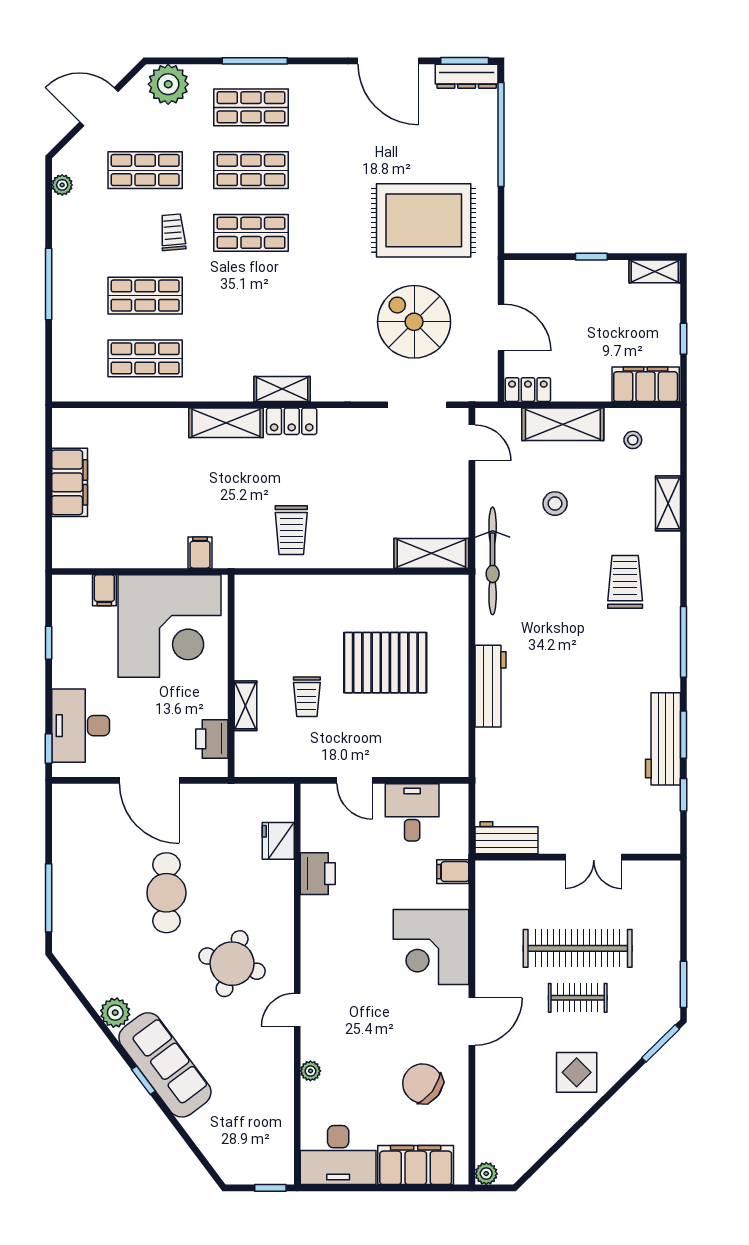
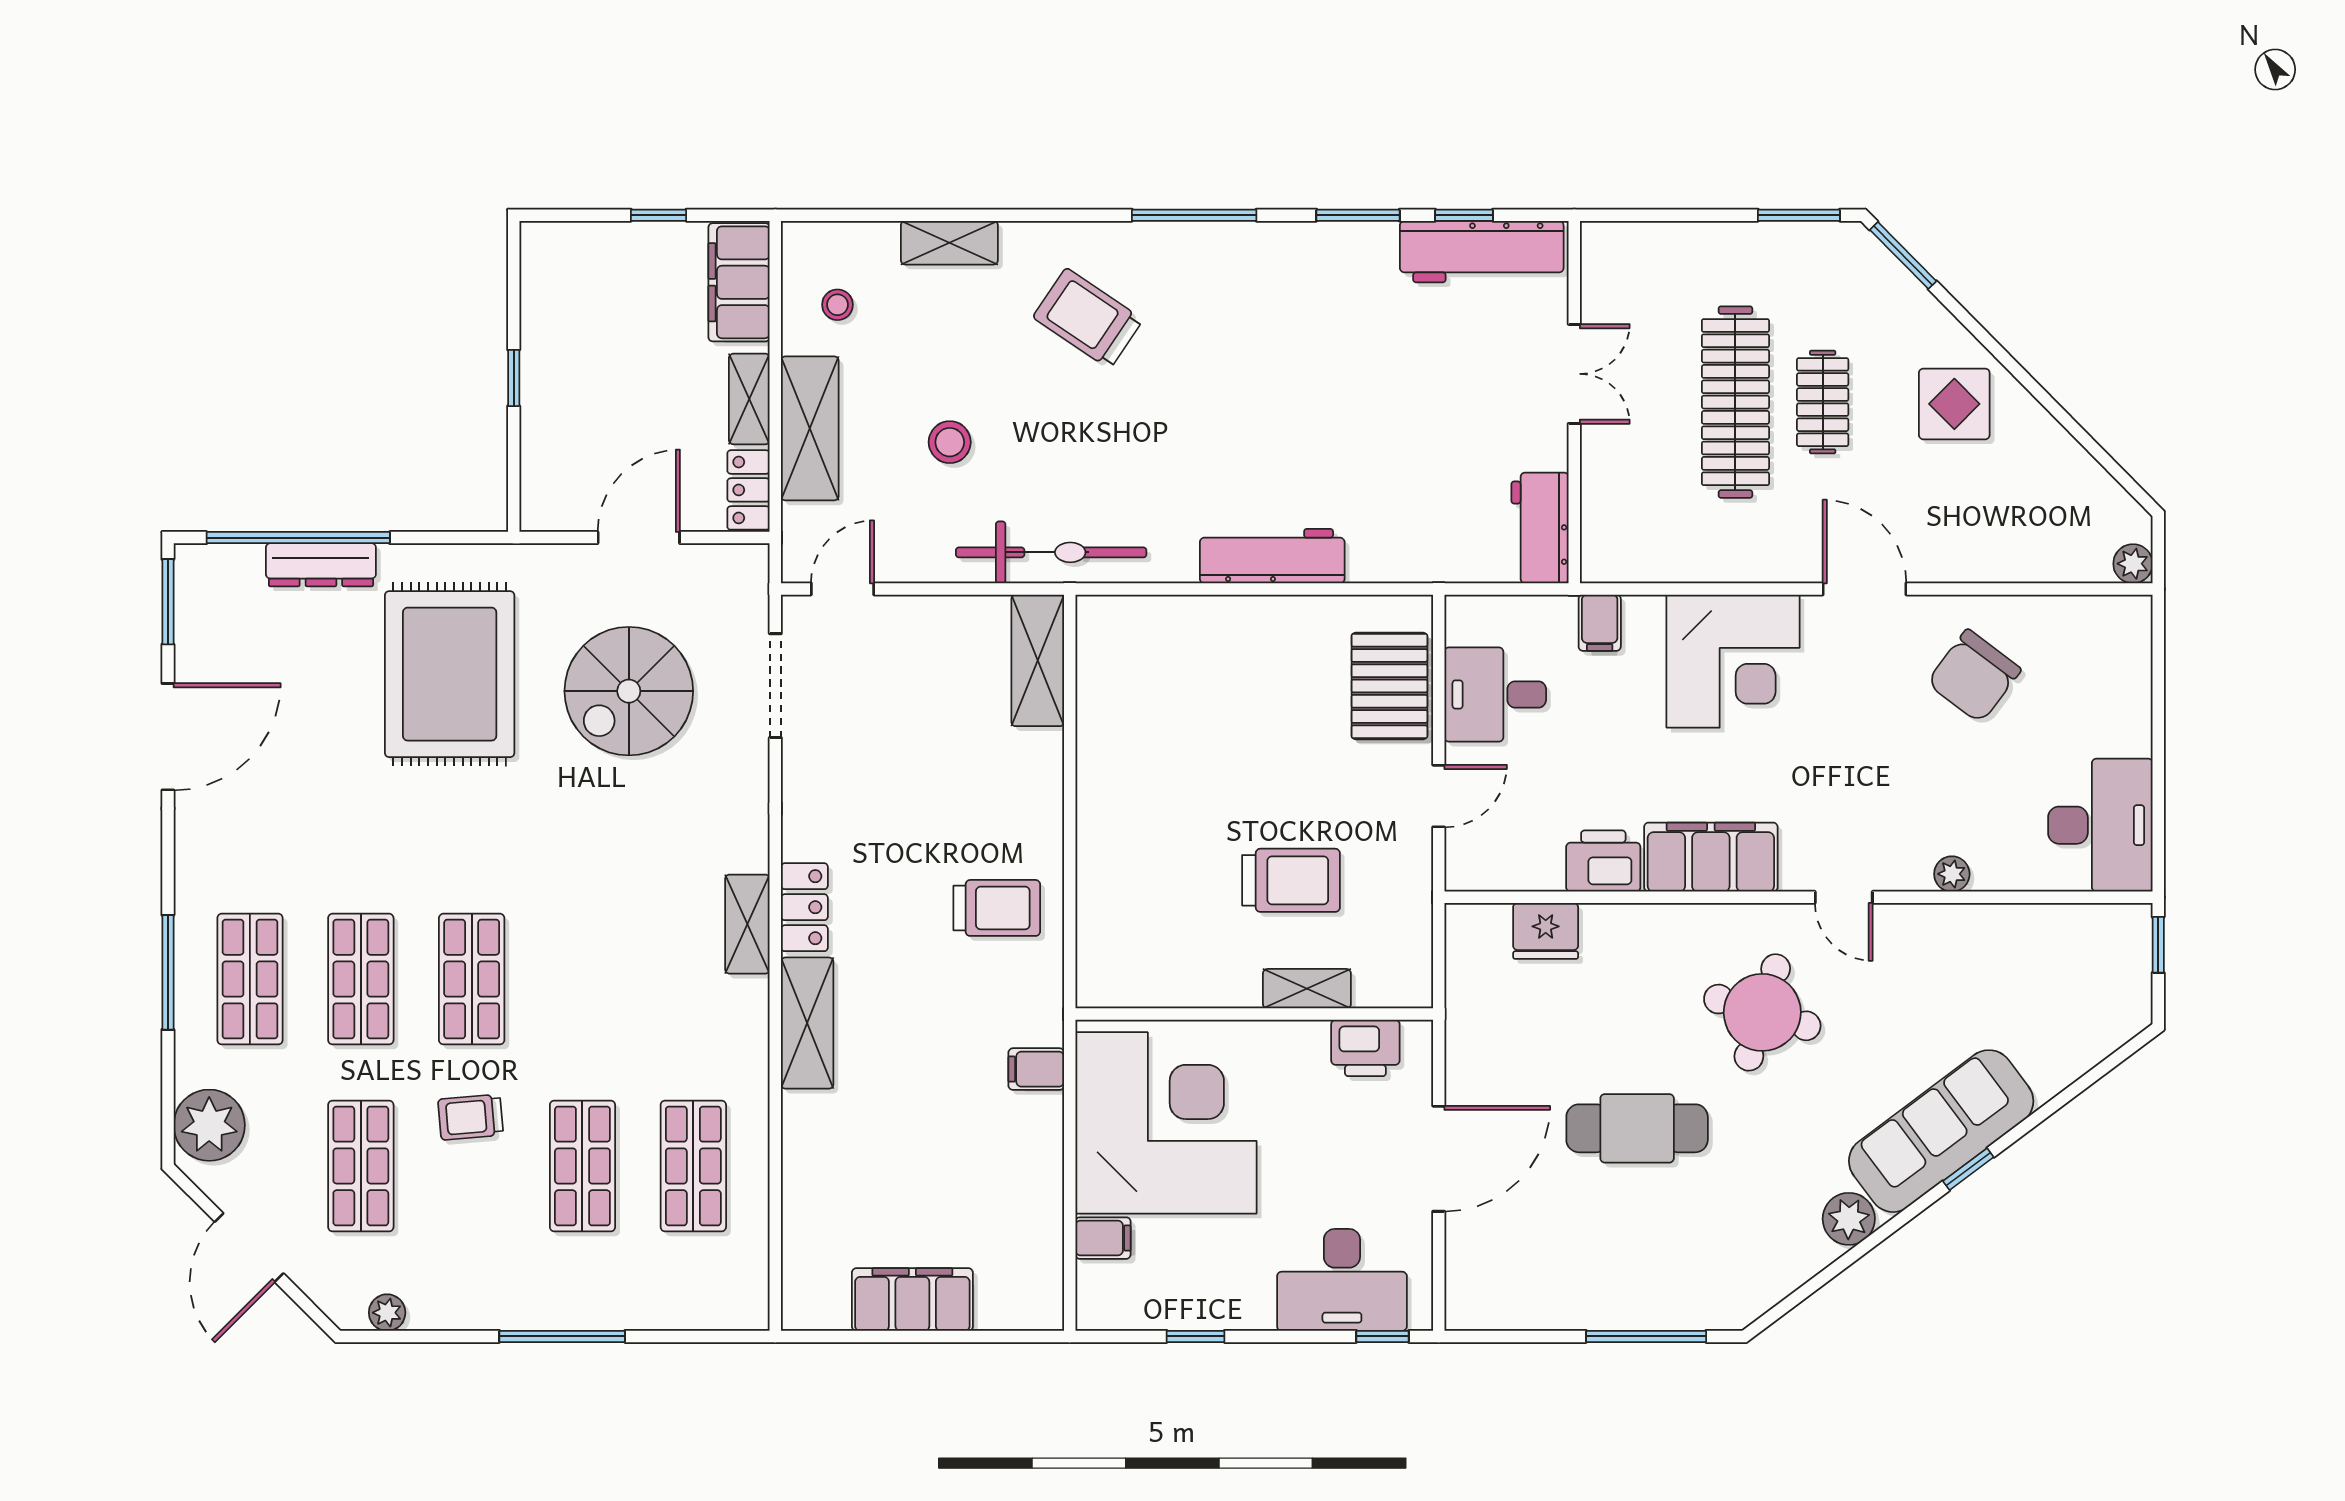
dresser: (467, 76) -> (321, 565), moved, turned 90
shelving: (655, 271) -> (749, 399), moved
trolley: (625, 582) -> (1088, 318), turned 34
pallet: (385, 663) -> (1389, 686), moved, width x0.73, depth x0.71
trolley: (307, 697) -> (1291, 880), width x1.36, depth x1.39
workbench: (663, 739) -> (1482, 252), moved
filing cabinet: (416, 1165) -> (1711, 857), moved, turned 90

